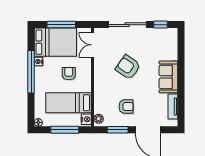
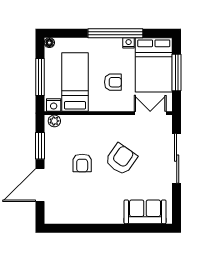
window: (160, 25) -> (177, 201), removed
sofa: (168, 77) -> (145, 212), moved
tv unit: (173, 106) -> (70, 218), removed
armchair: (126, 107) -> (82, 163), moved

